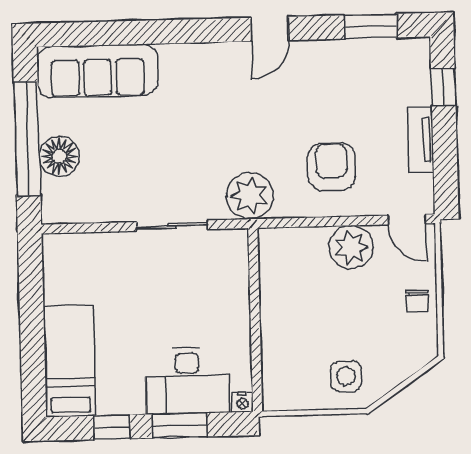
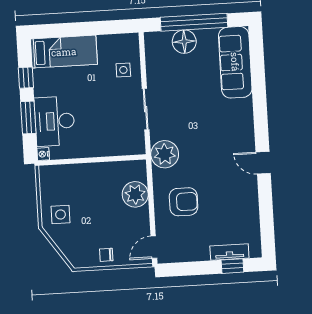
window: (371, 26) -> (267, 222), removed
tv unit: (421, 140) -> (229, 252), moved
plant: (351, 247) -> (135, 194), moved
side table: (104, 261) -> (123, 70), added

